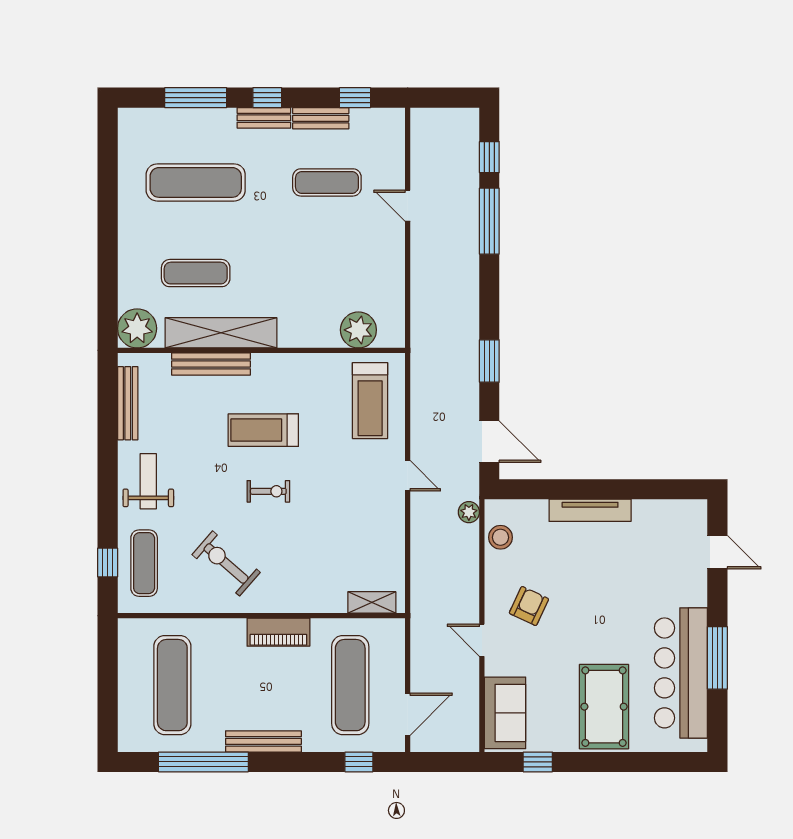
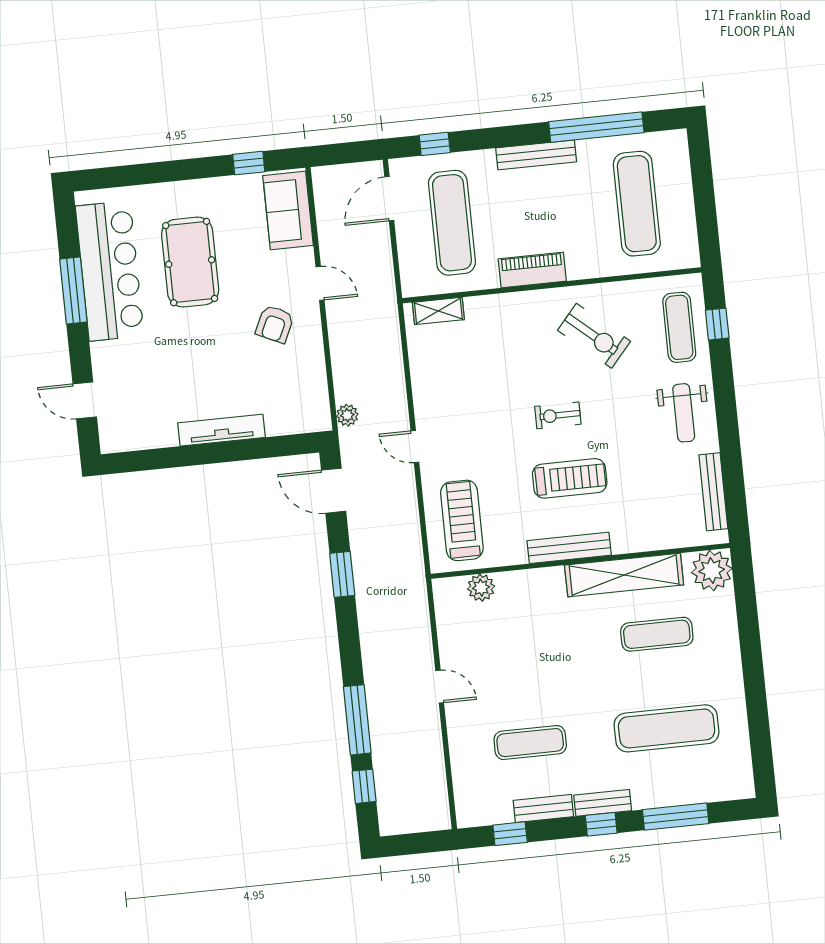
door: (408, 206) -> (440, 687), moved
plant: (358, 330) -> (481, 588), width x0.73, depth x0.73
bench: (211, 364) -> (569, 548), moved
stool: (500, 537) -> (312, 392), removed
pool table: (604, 707) -> (190, 262), moved

